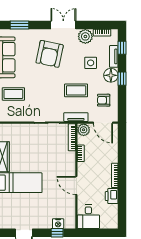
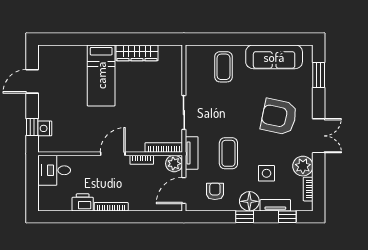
door: (76, 185) -> (113, 154), moved

